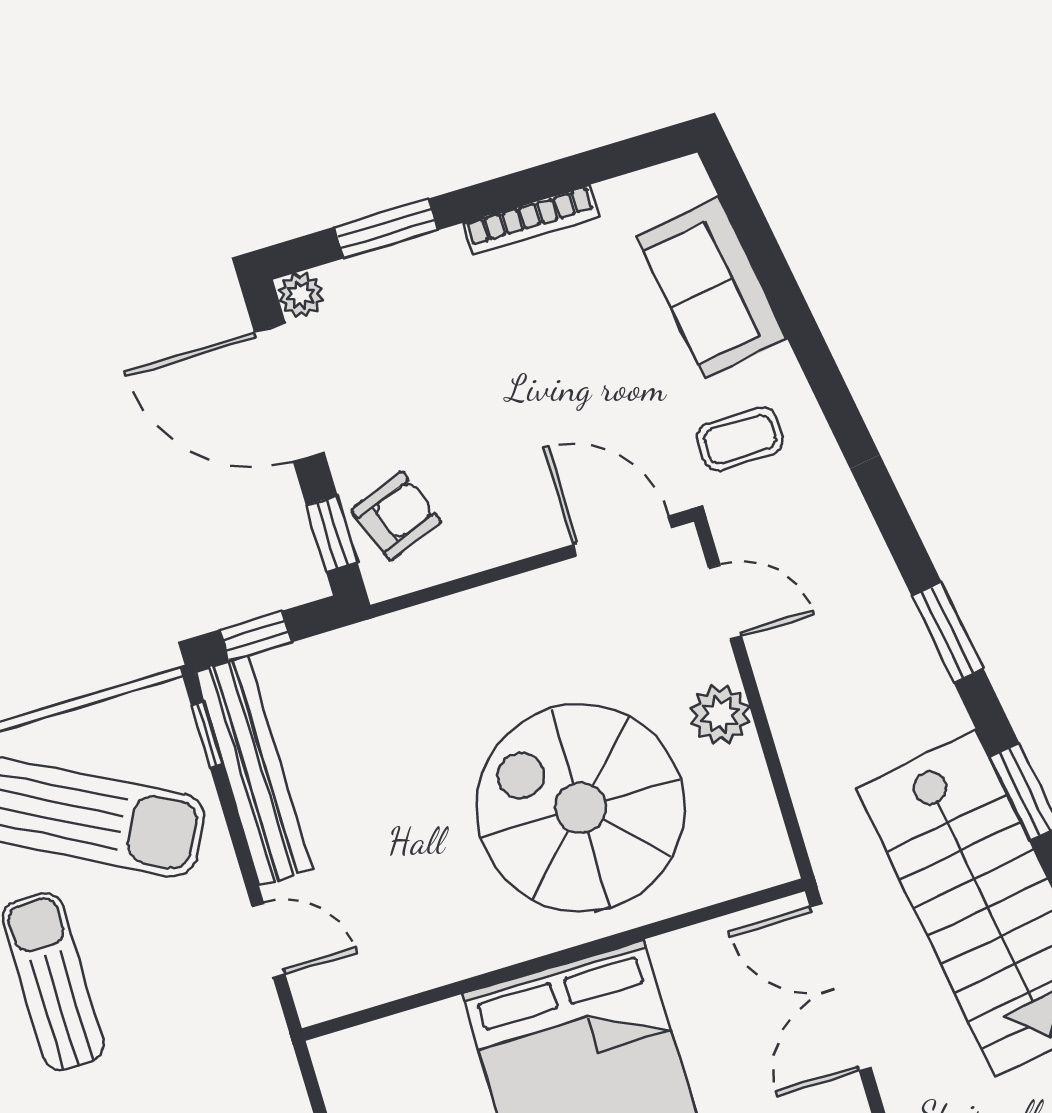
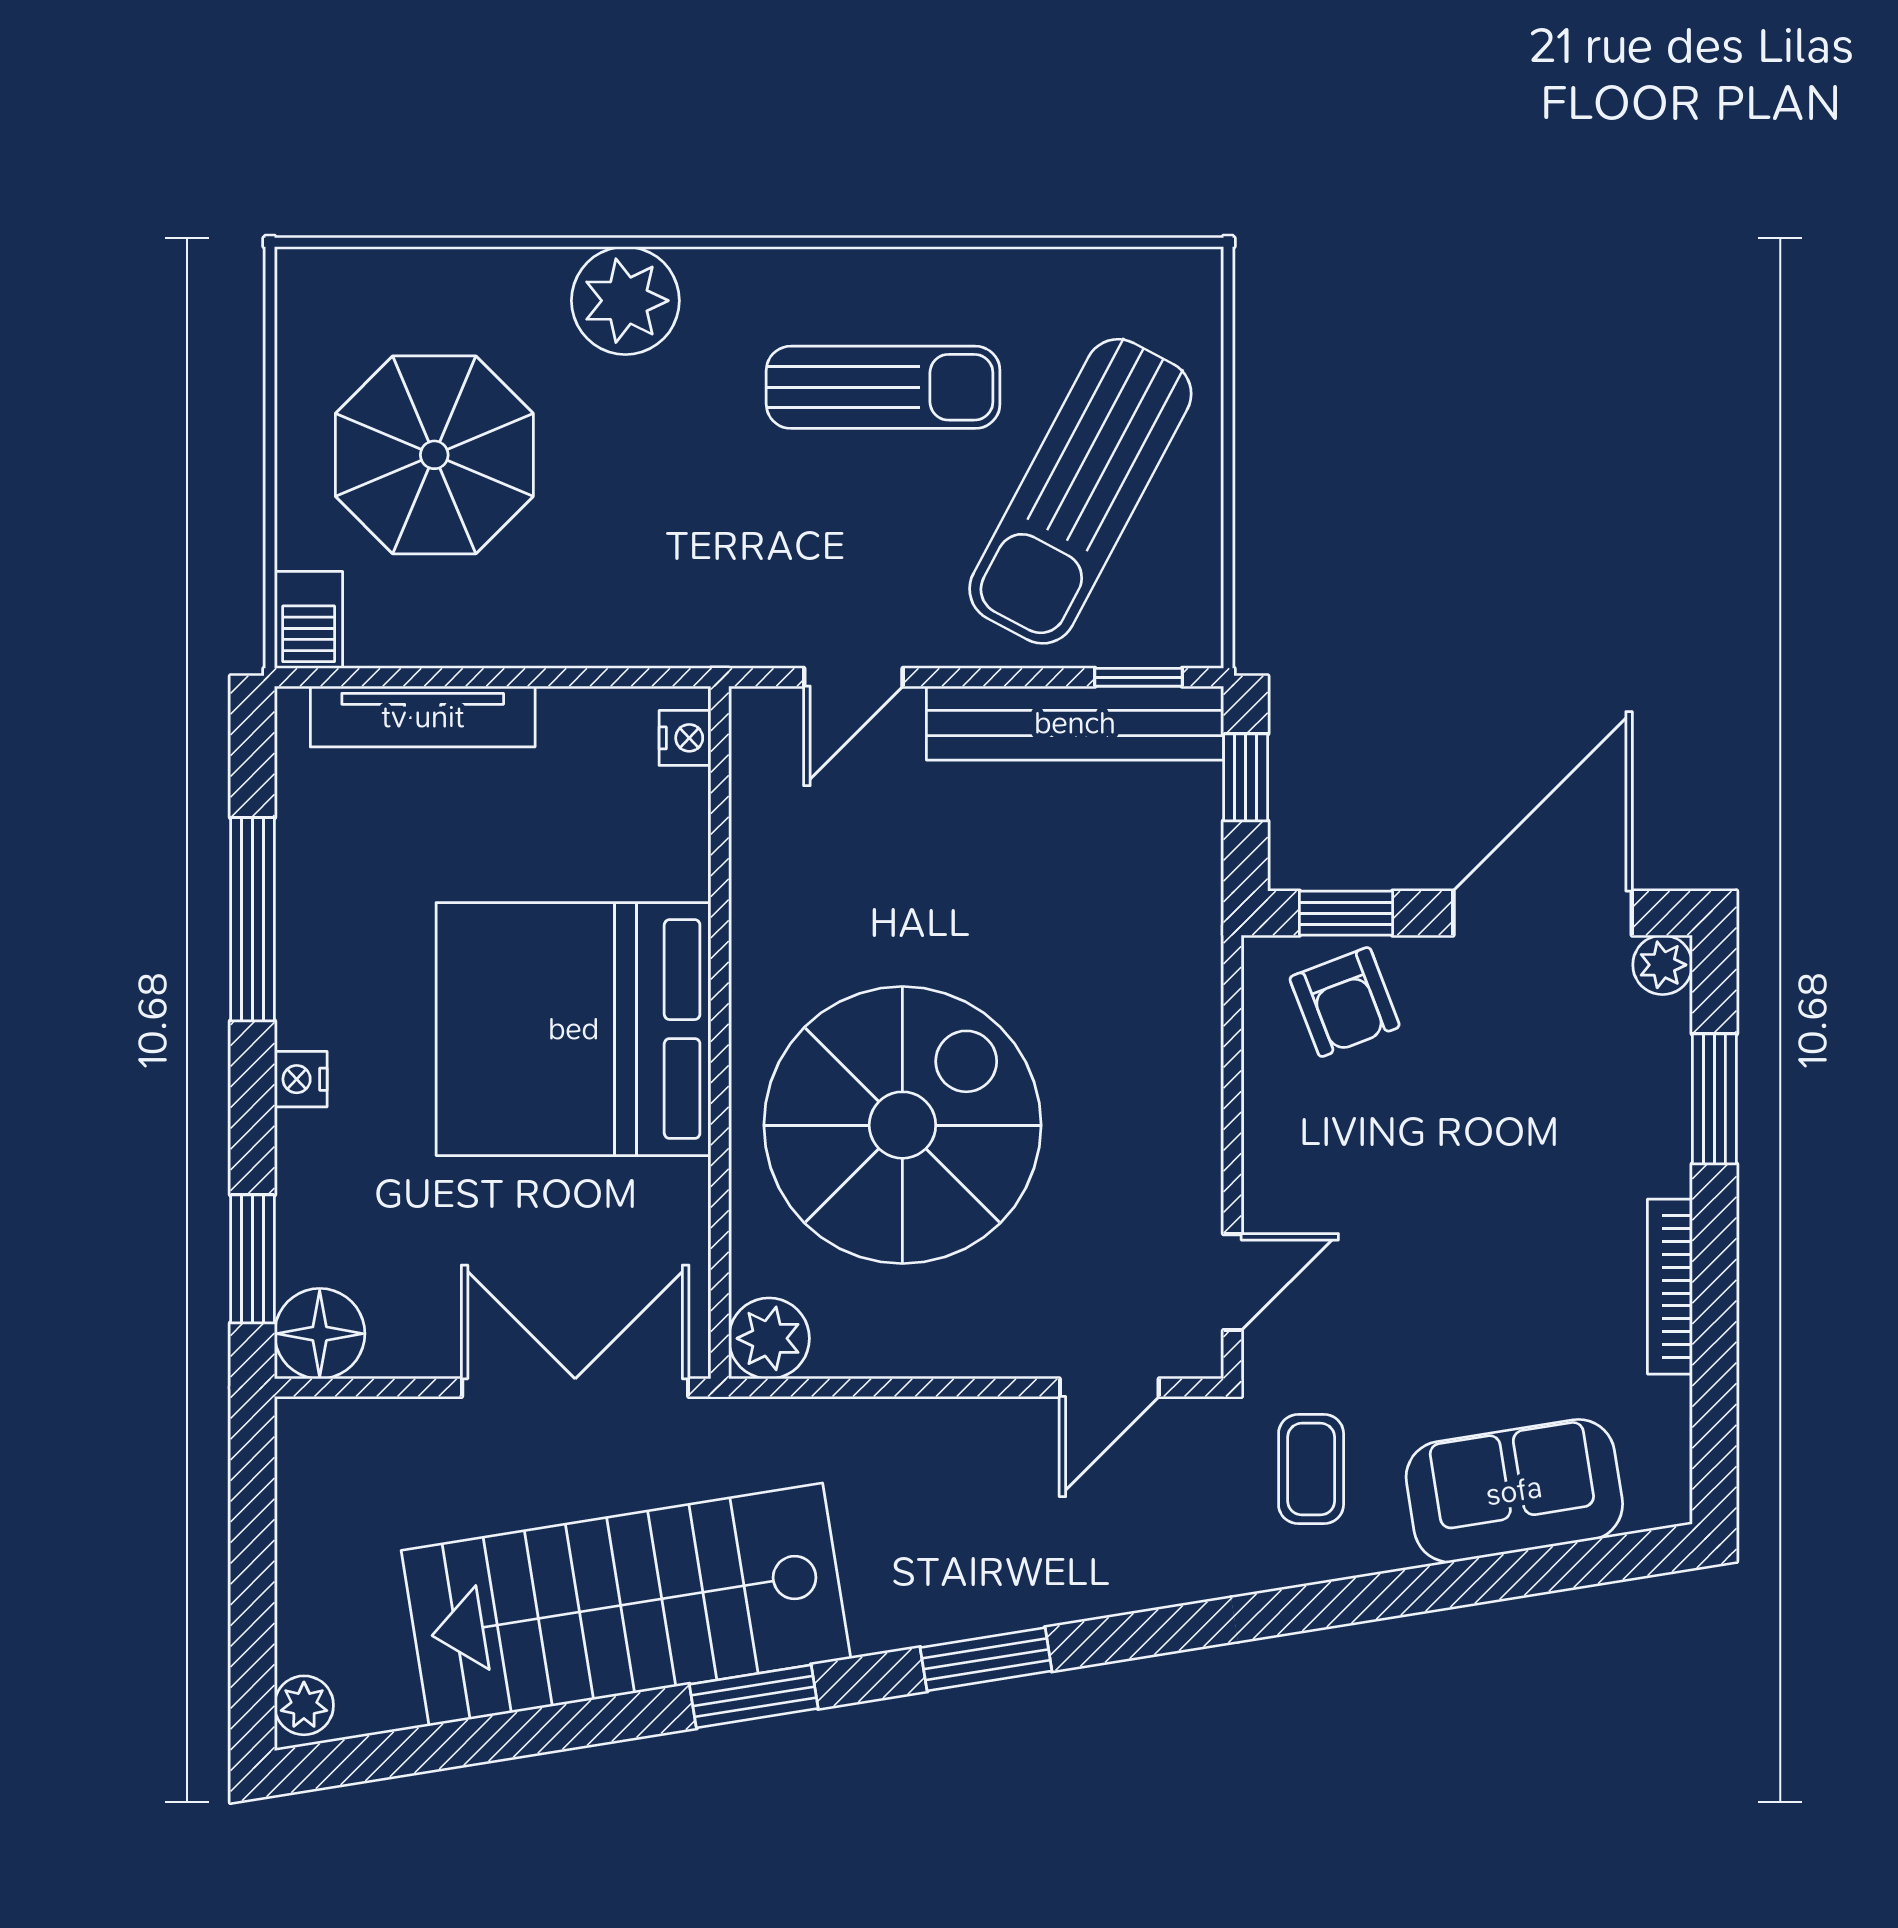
door: (622, 536) -> (1232, 1282), width x0.73
plant: (720, 715) -> (769, 1338), moved
nightstand: (349, 1048) -> (685, 738), added

